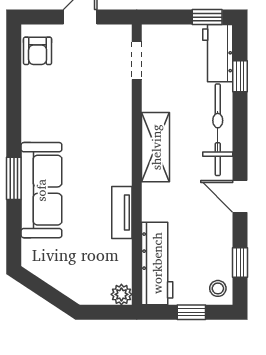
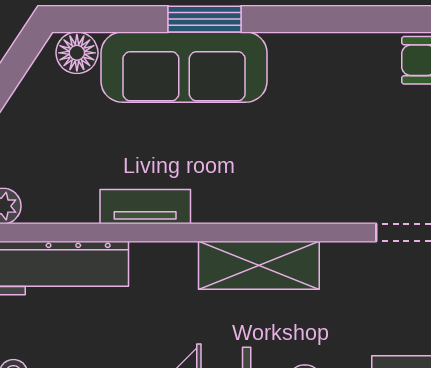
floor lamp: (33, 252) -> (77, 53), added

